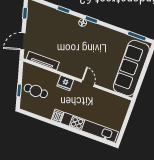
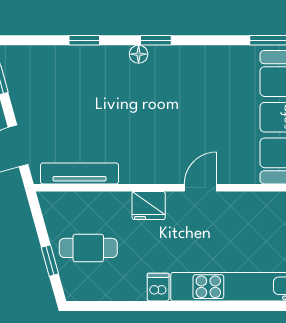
door: (88, 83) -> (200, 188), hinge flipped

